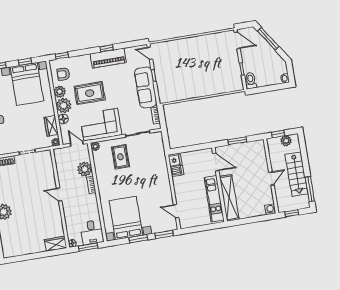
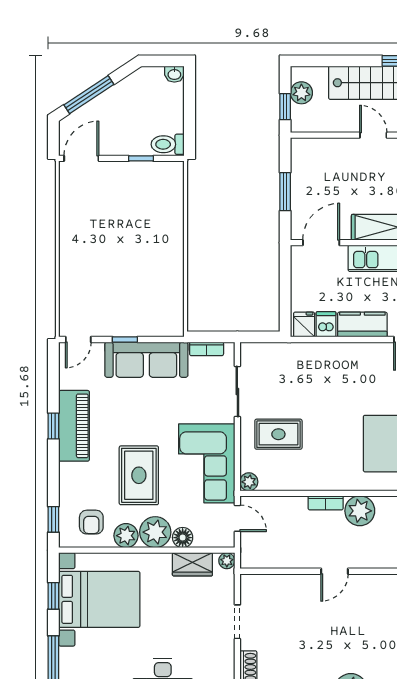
door: (77, 144) -> (237, 518), swing flipped
plant: (85, 169) -> (360, 511), moved
kitchen counter: (180, 188) -> (362, 325), added

